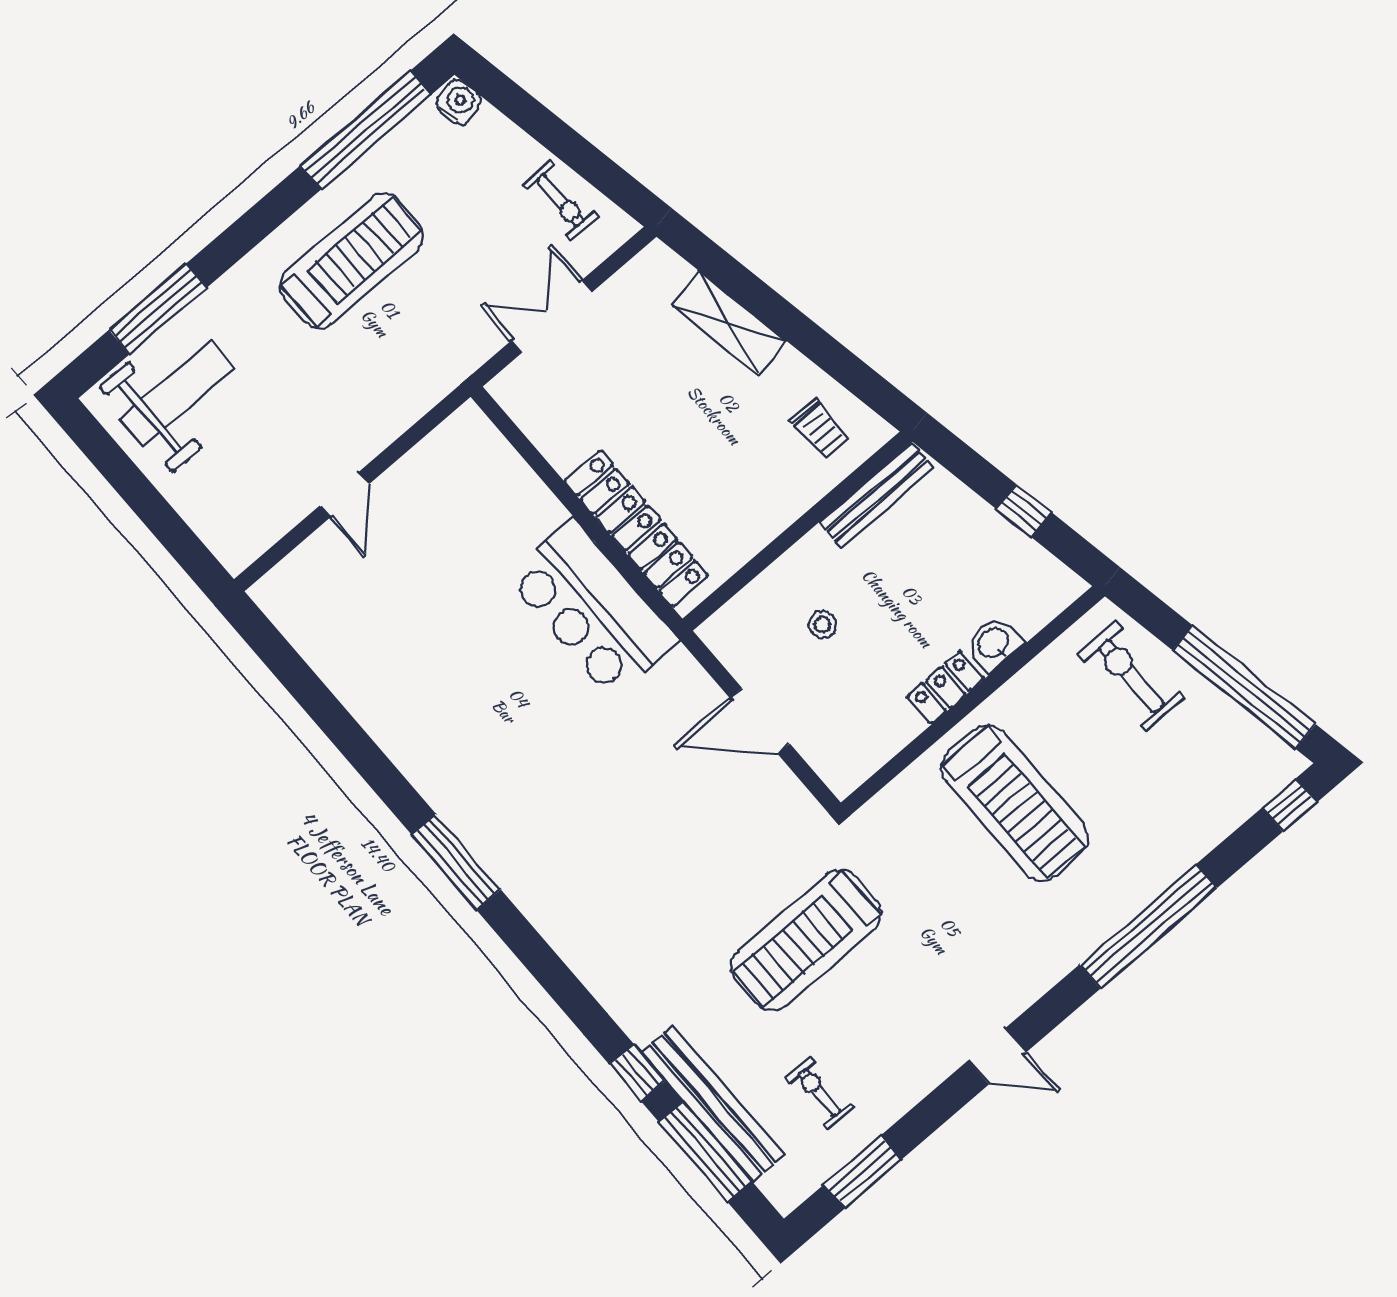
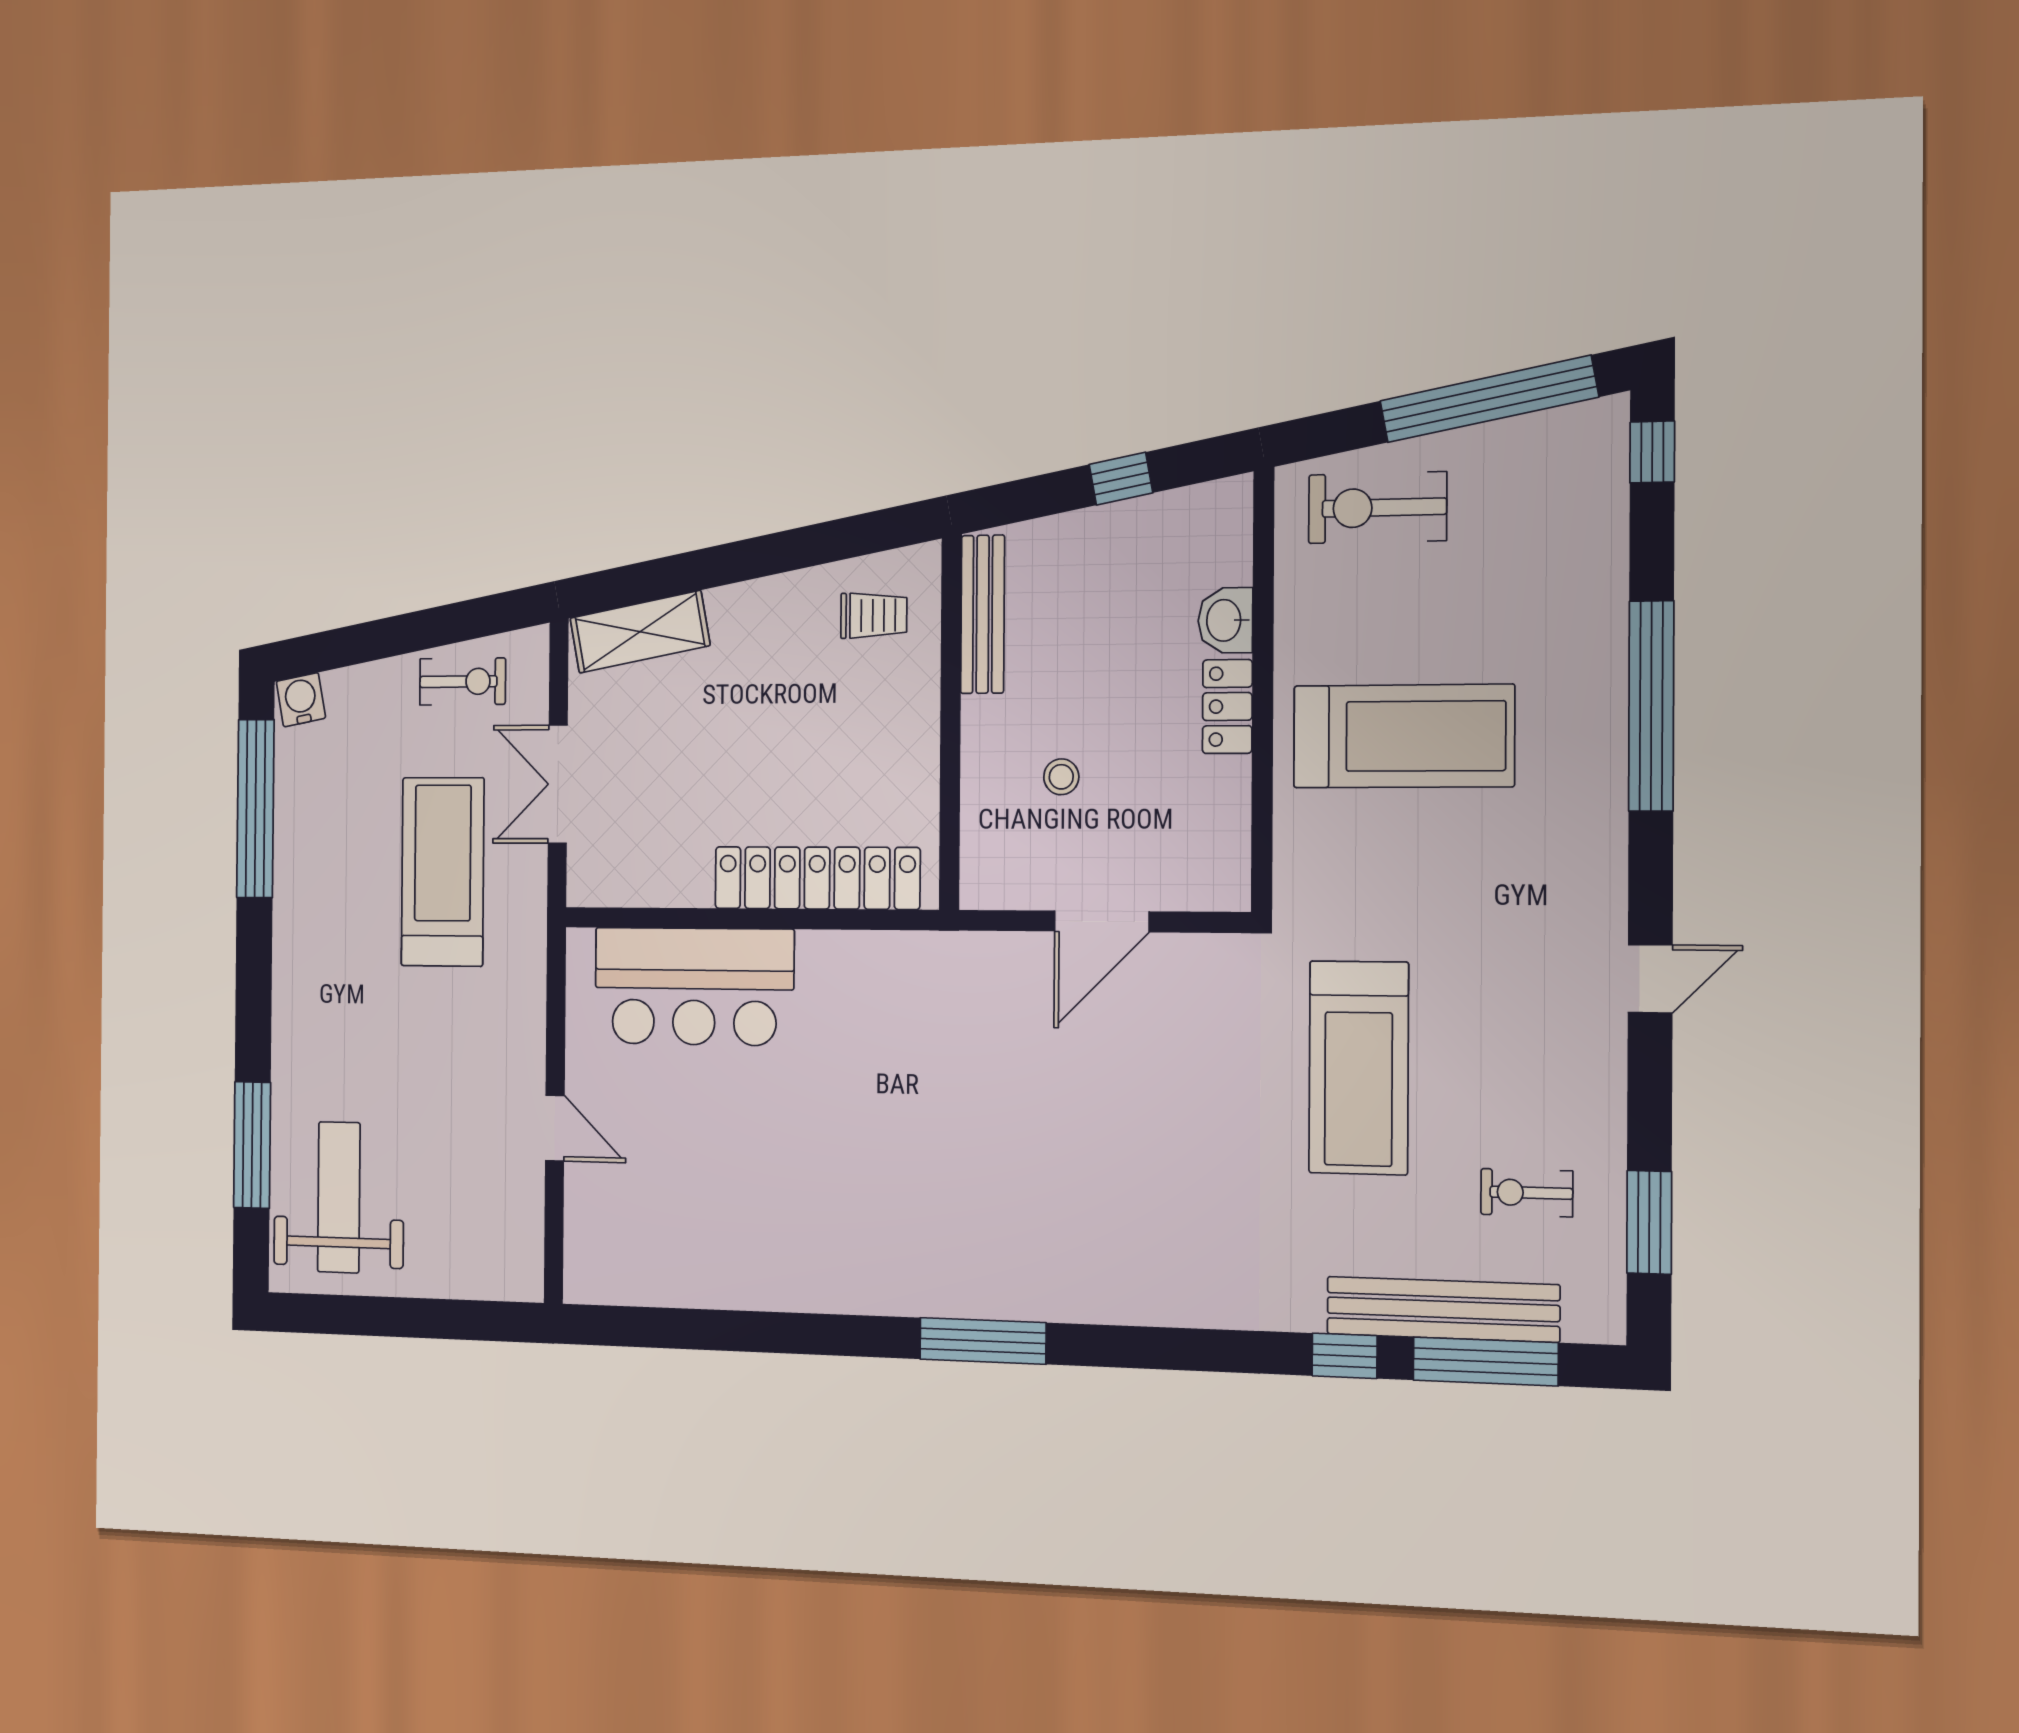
treadmill: (351, 261) -> (443, 872), moved
shelving: (729, 323) -> (640, 632), moved
bar counter: (592, 609) -> (694, 986), moved

